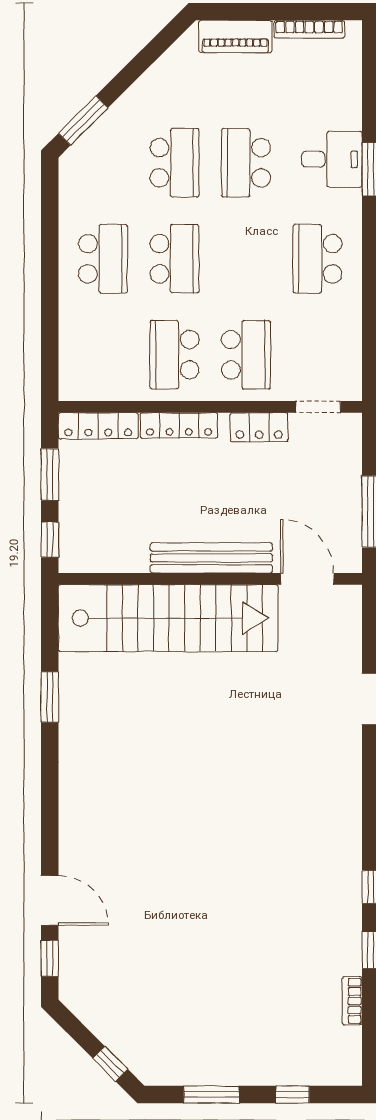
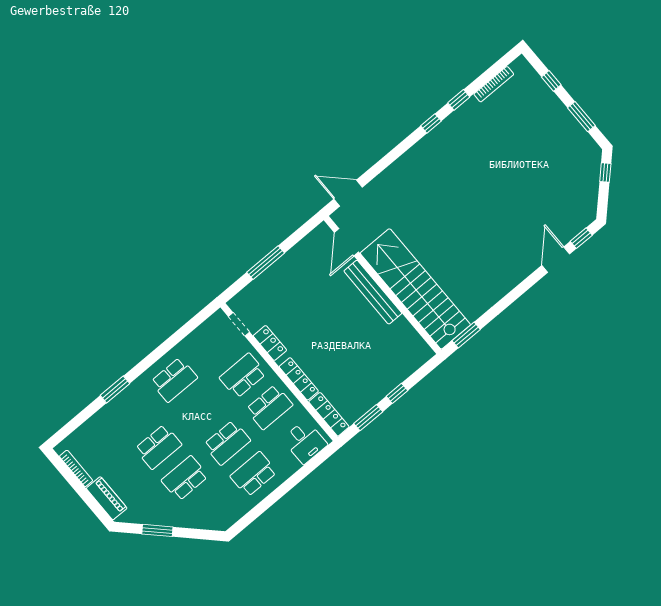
window: (83, 120) -> (157, 530), moved
desk: (332, 159) -> (305, 442), moved, turned 180
school desk: (175, 259) -> (227, 443), turned 180
bench: (211, 558) -> (373, 292), moved
wall: (210, 579) -> (382, 285), moved
door: (307, 579) -> (346, 242), moved
stairs: (168, 618) -> (415, 289), moved
bookcase: (352, 1001) -> (494, 84), width x1.56

